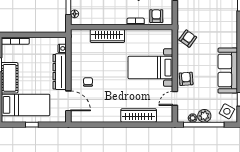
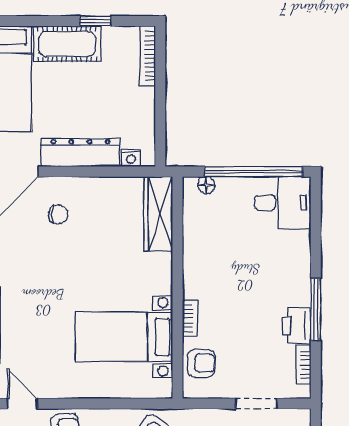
wardrobe: (107, 36) -> (158, 214), moved
bed with nightstands: (150, 68) -> (124, 337), moved, turned -90

